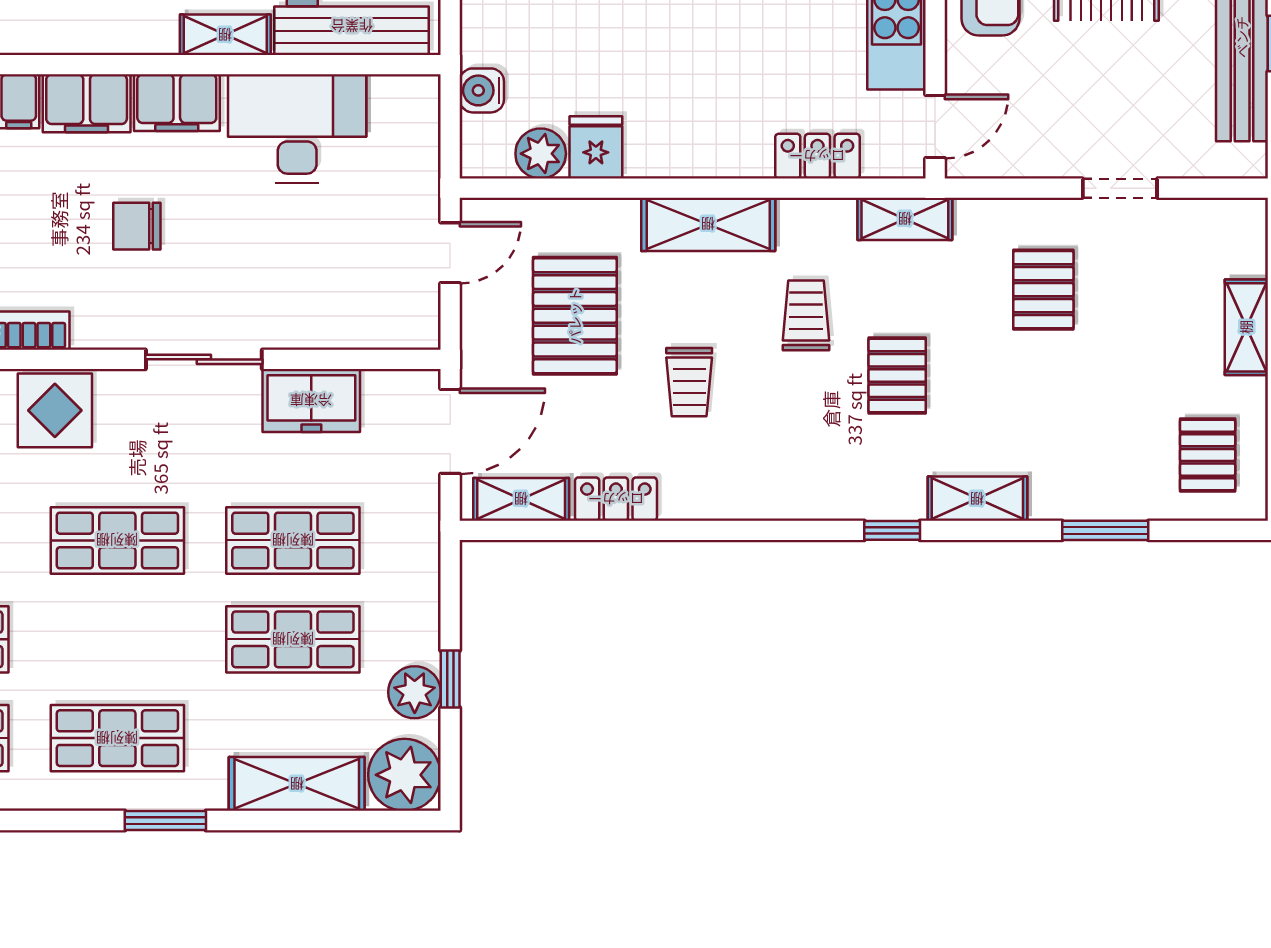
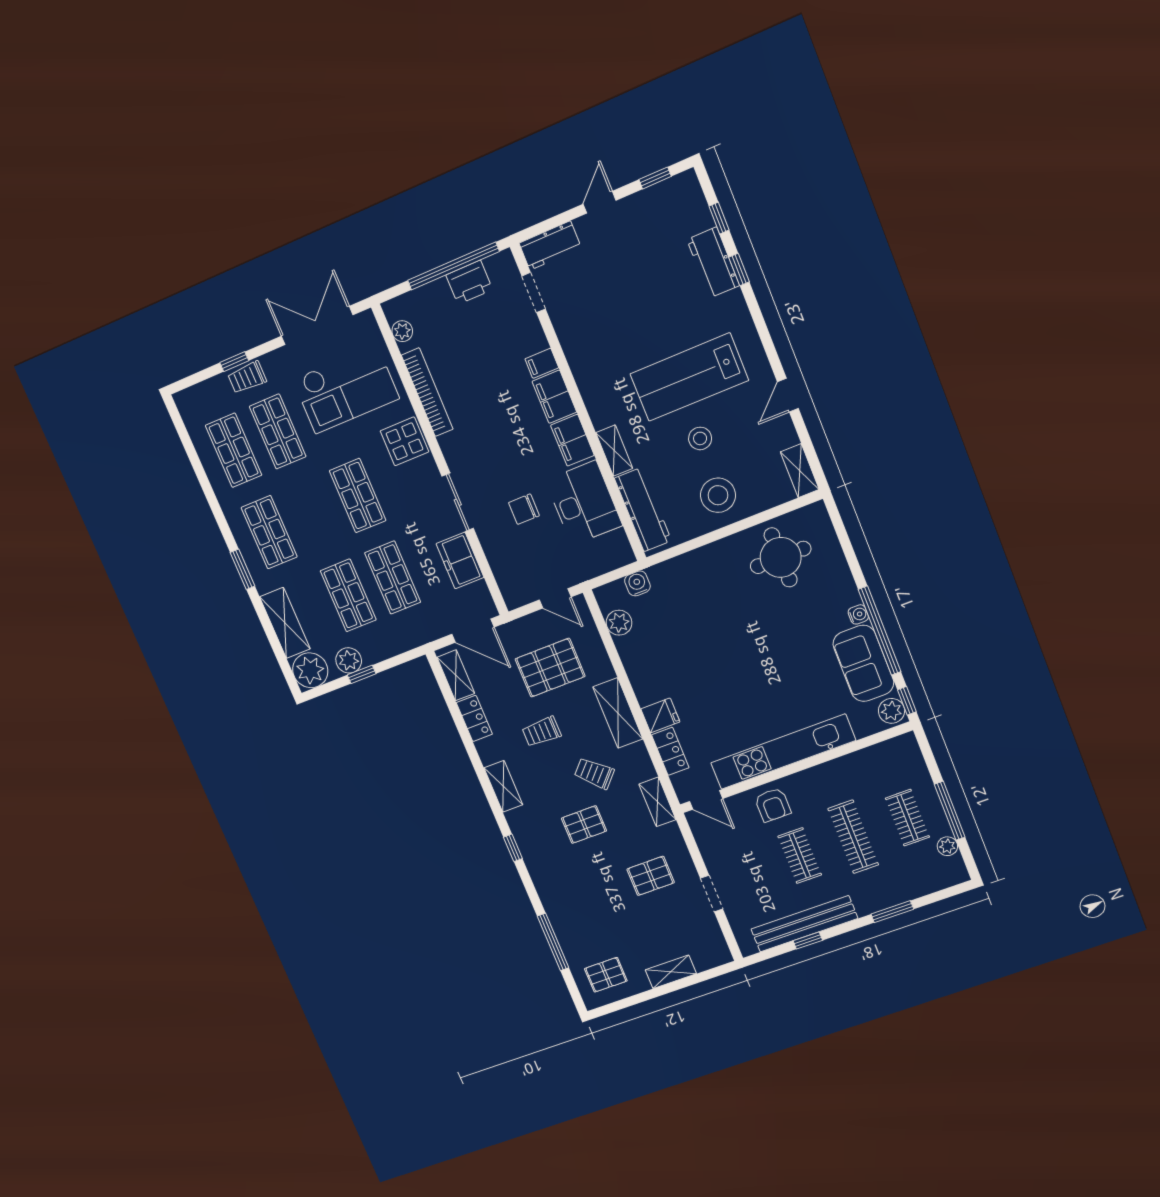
fridge: (596, 147) -> (660, 715), moved
chair: (137, 226) -> (524, 509), moved, turned -90
trolley: (806, 315) -> (594, 773), turned -137
shelving: (977, 499) -> (503, 786), moved
window: (1105, 530) -> (553, 942), width x1.44

